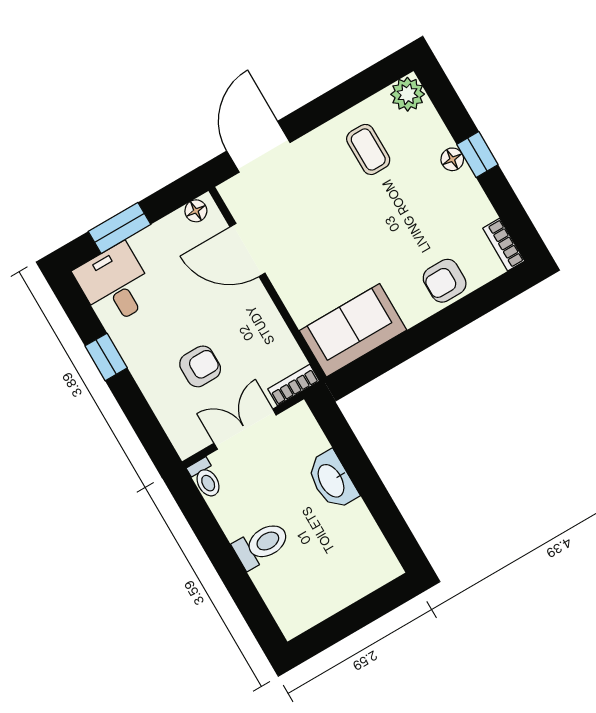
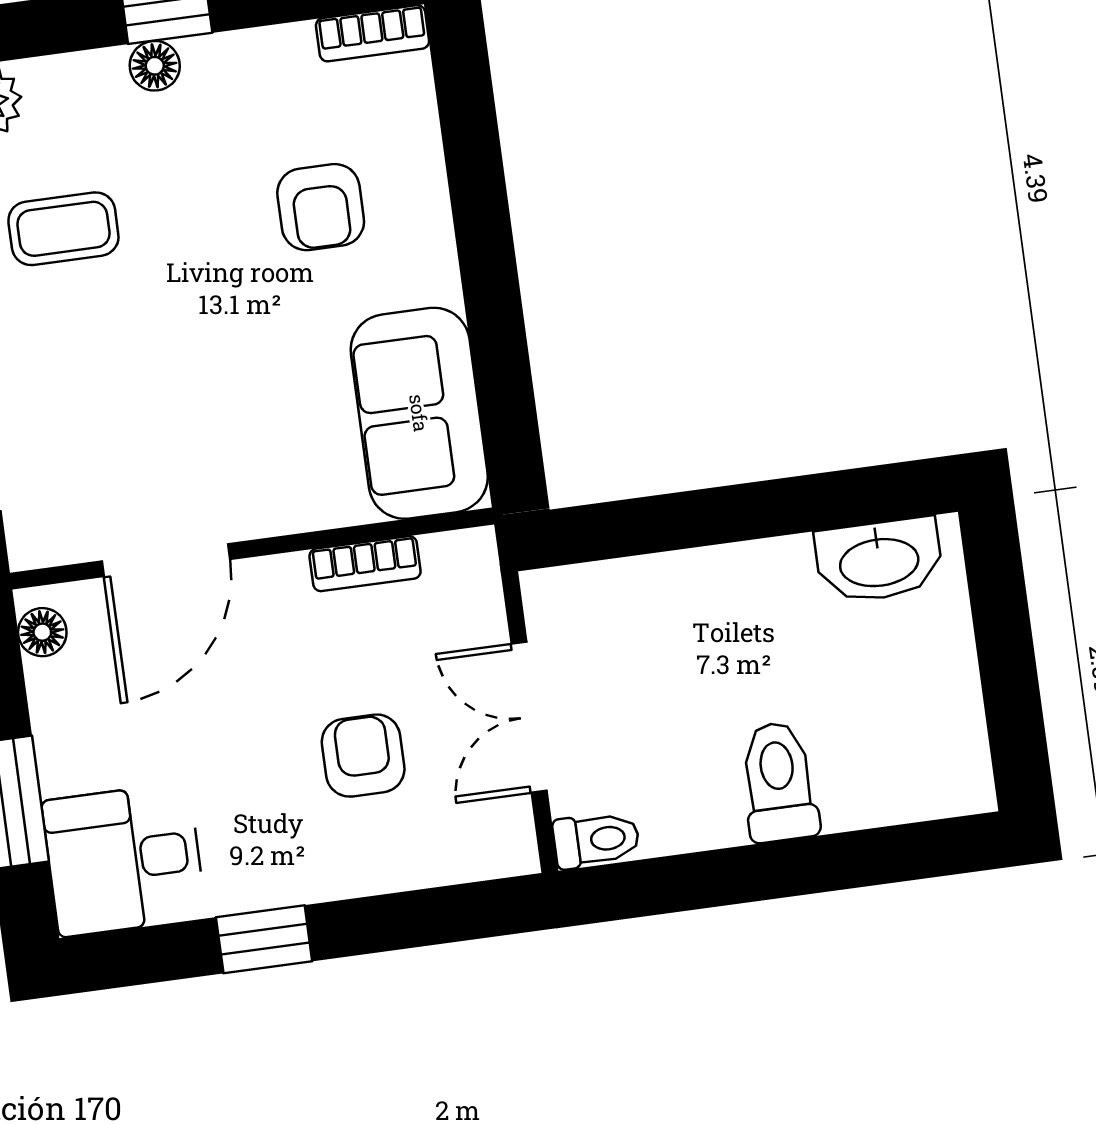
armchair: (445, 281) -> (321, 207), moved
bookcase: (294, 385) -> (365, 564), moved, turned -90
washbasin: (332, 480) -> (879, 560), moved

